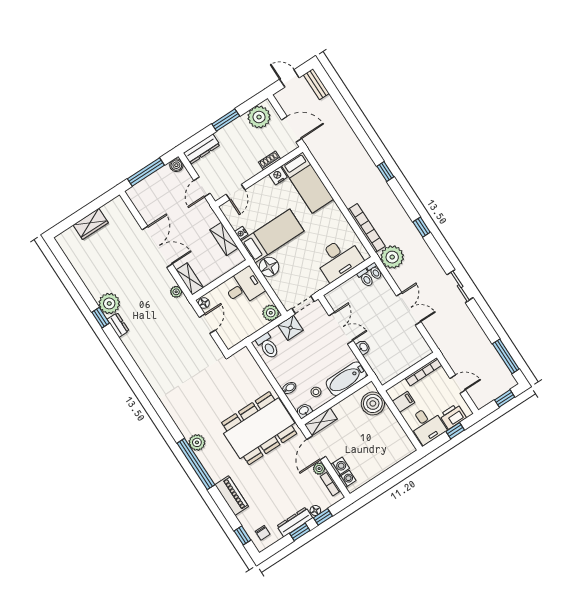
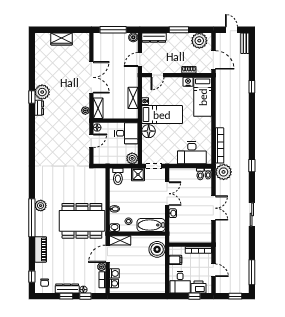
window: (385, 172) -> (252, 87), moved

